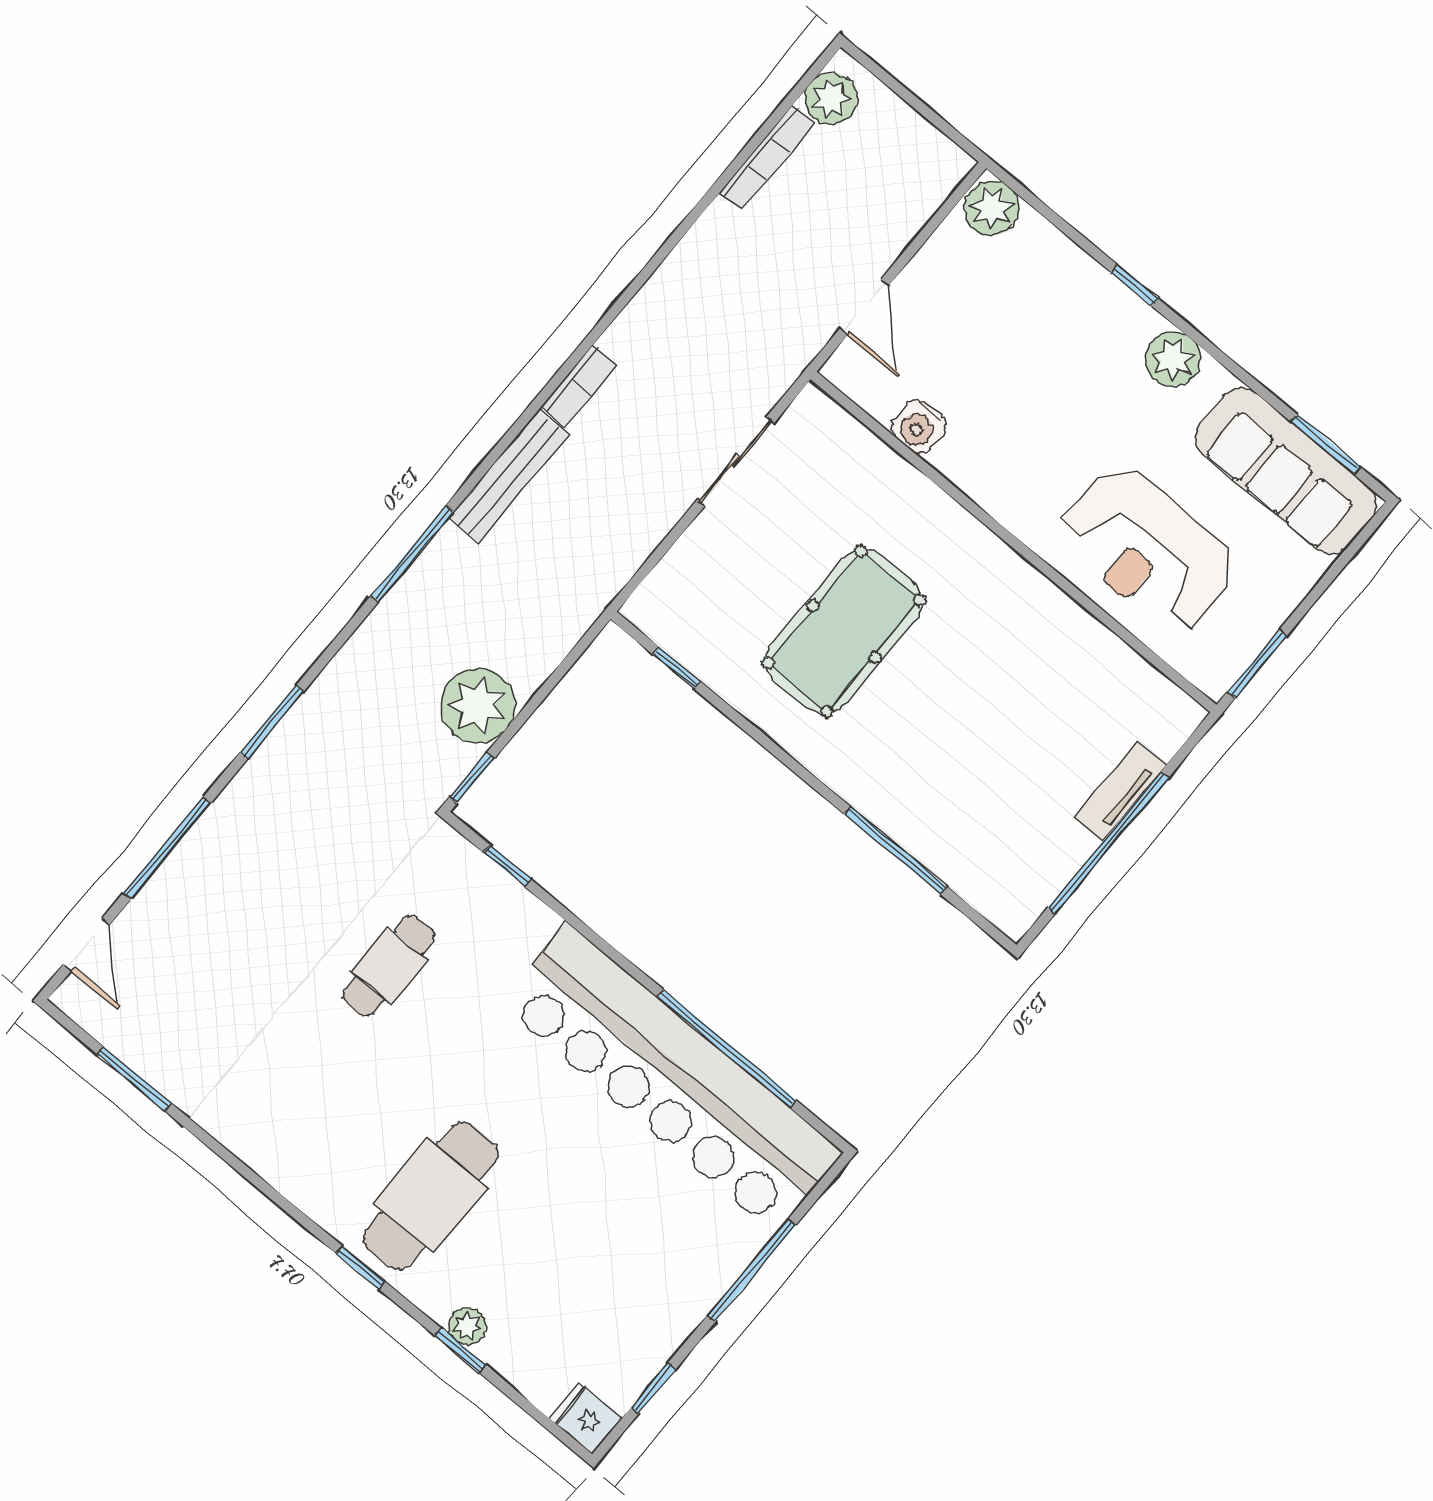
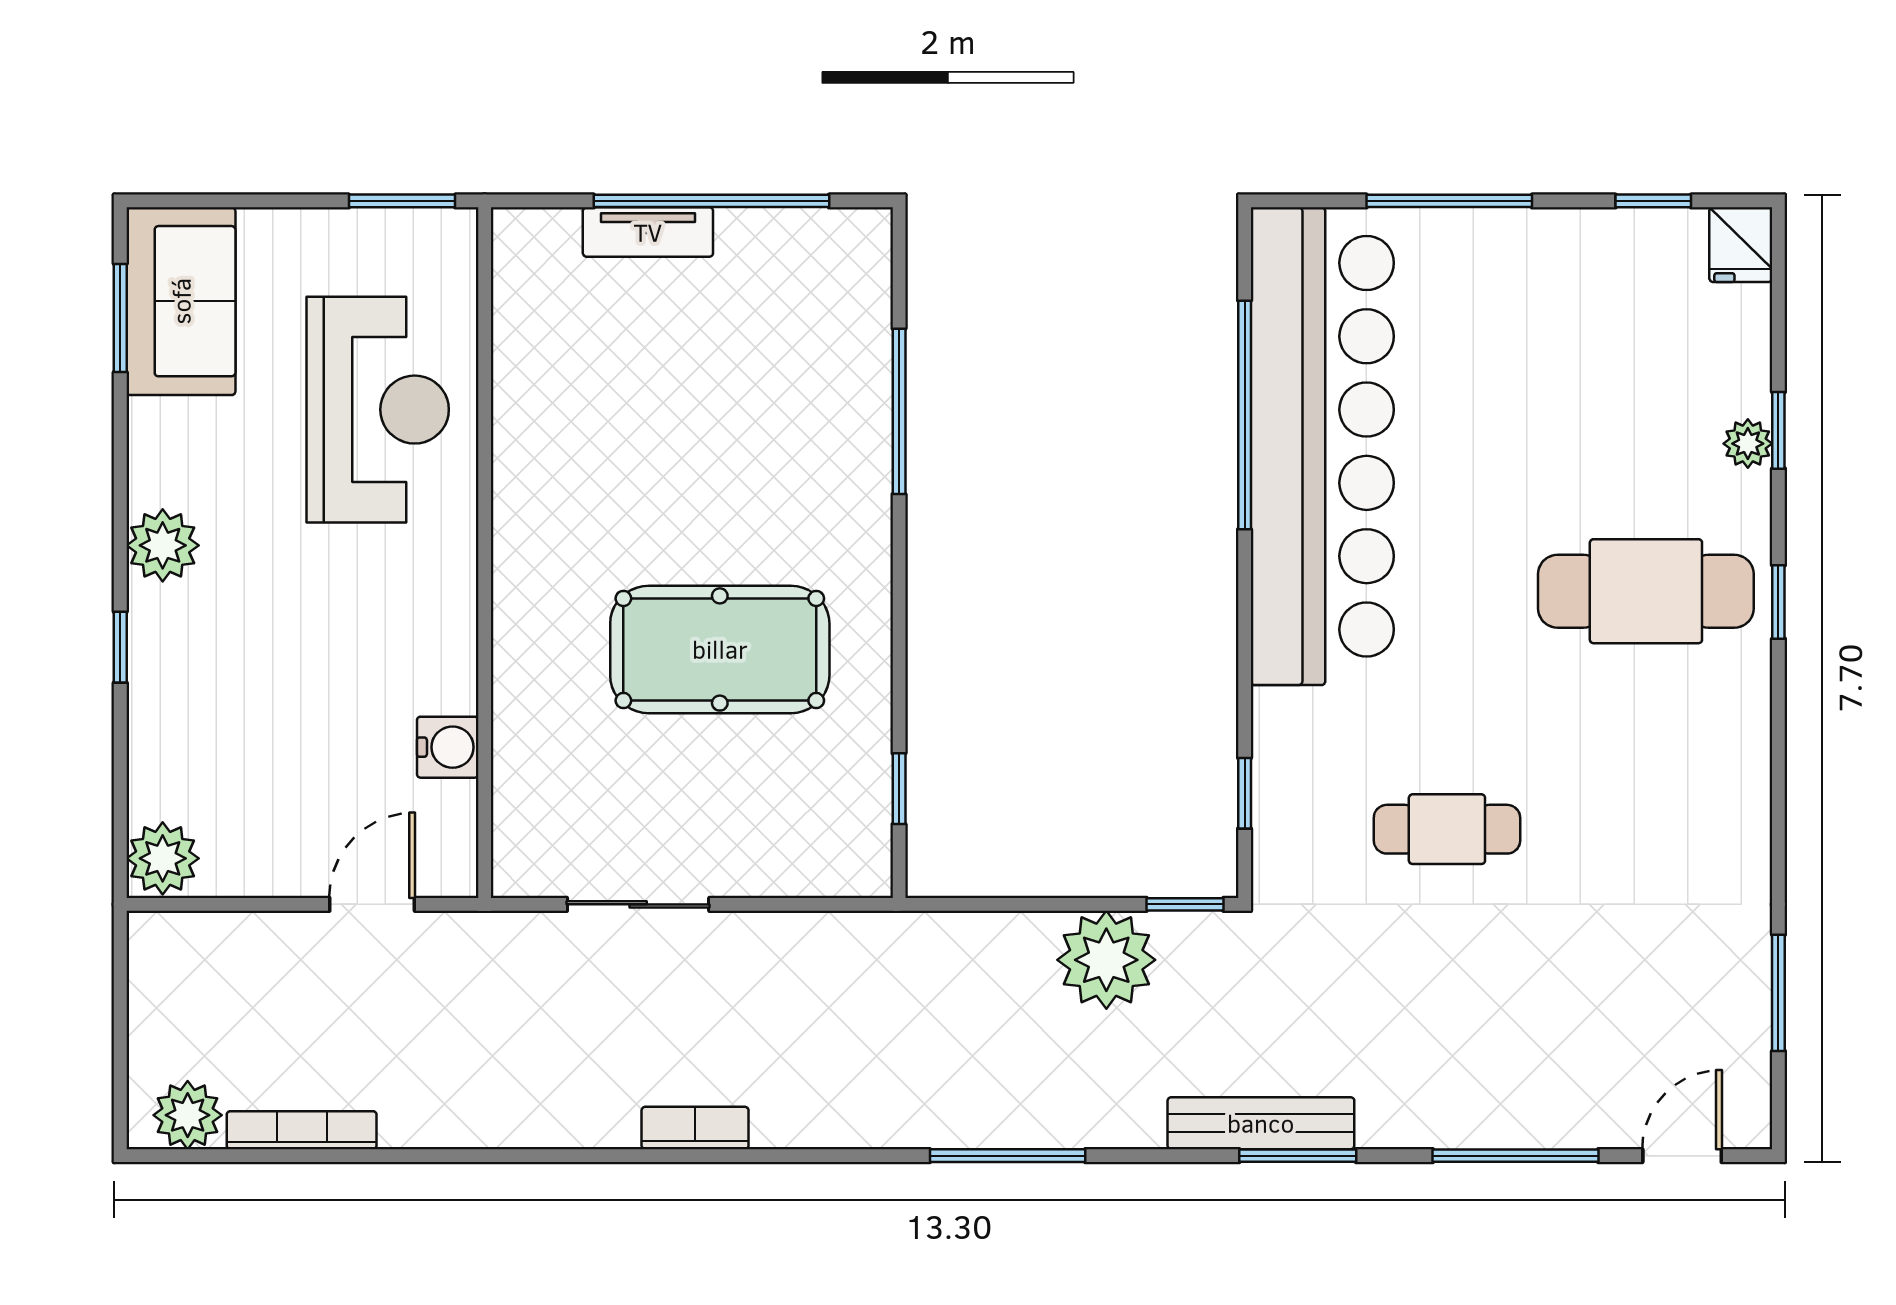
sofa: (1286, 471) -> (181, 301), width x0.73
bench: (508, 476) -> (1261, 1123), moved

